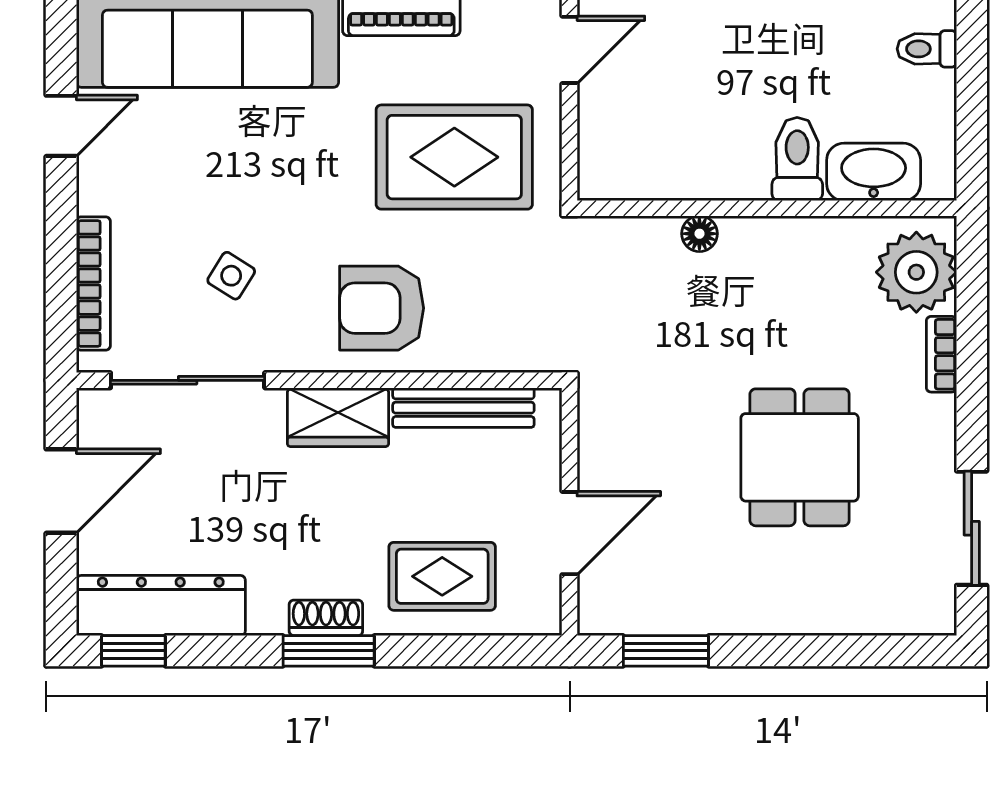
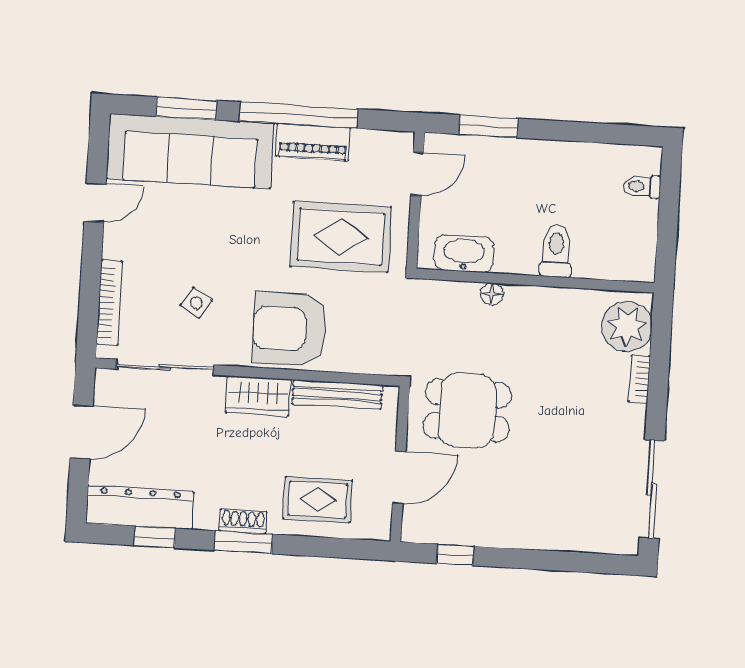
washbasin: (874, 172) -> (464, 254), moved
armchair: (382, 308) -> (290, 329), width x1.36, depth x1.36
dining table: (800, 457) -> (467, 410), moved, turned 90
sliding door: (972, 528) -> (652, 489), width x1.37
window: (133, 651) -> (155, 537), moved
window: (666, 651) -> (455, 555), width x0.67

